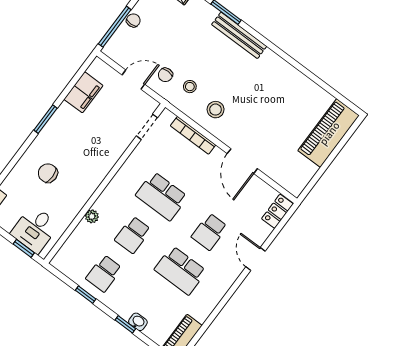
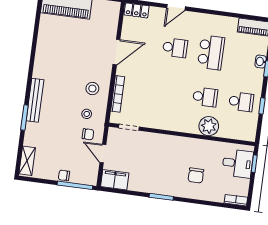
filing cabinet: (83, 92) -> (115, 180), moved
school desk: (162, 196) -> (169, 92), removed
plant: (92, 216) -> (209, 126), width x1.87, depth x1.87

